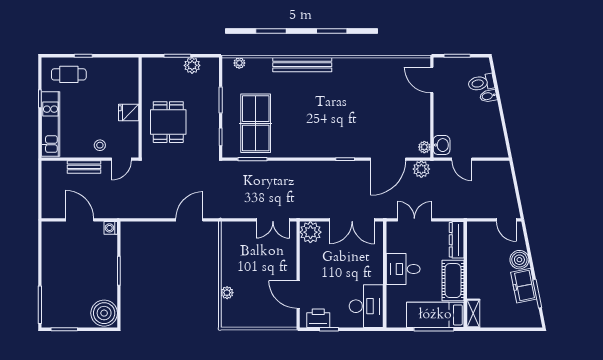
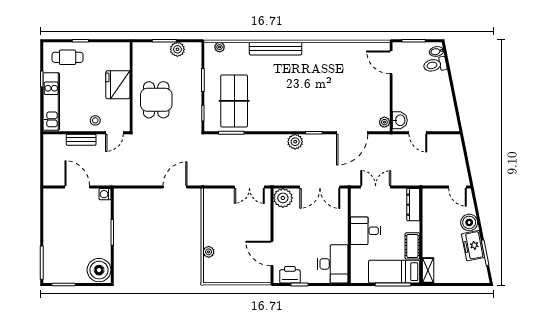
bidet: (488, 96) -> (437, 51), moved
fridge: (129, 113) -> (118, 85), width x1.88, depth x1.34
plant: (421, 169) -> (295, 142), moved
cot: (453, 281) -> (412, 246), width x0.73, depth x0.75

